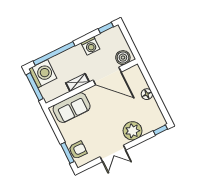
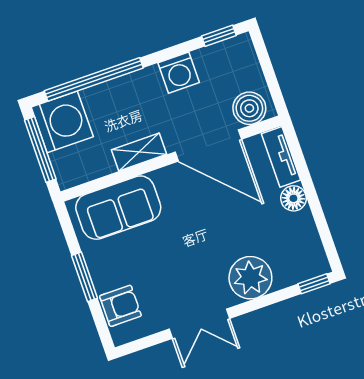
tv unit: (139, 77) -> (281, 157), added
window: (67, 153) -> (85, 277), moved

